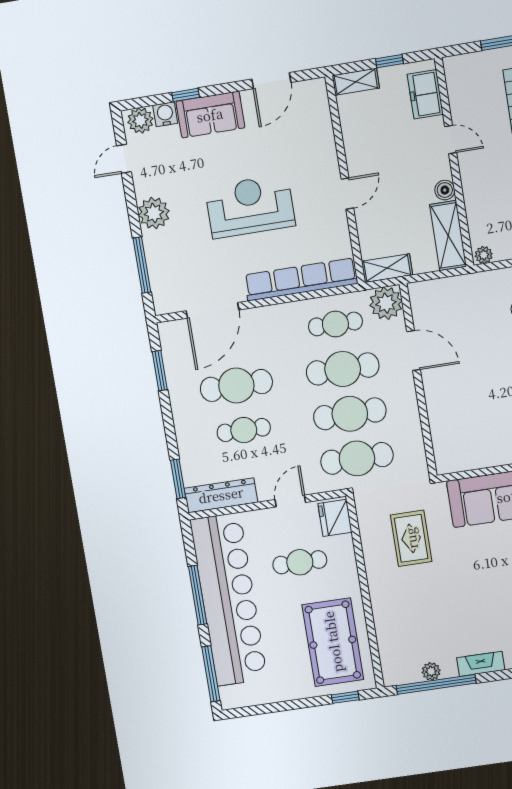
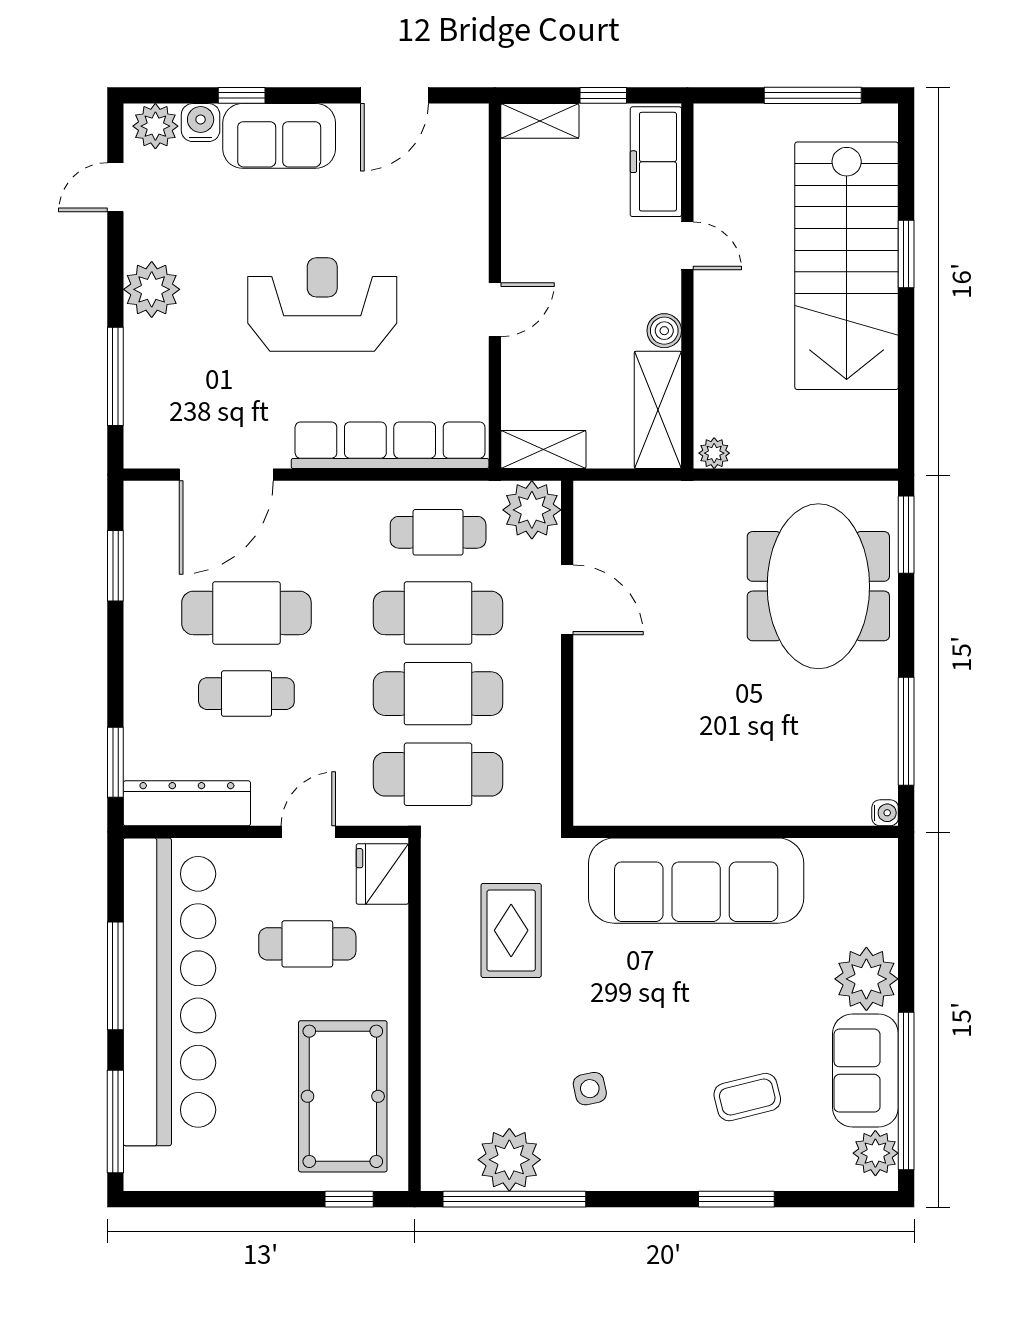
freezer: (425, 94) -> (656, 162), width x1.40
side table: (468, 618) -> (590, 1089), added
fireplace: (481, 664) -> (599, 1174), removed
plant: (431, 671) -> (509, 1160), width x1.87, depth x1.87

